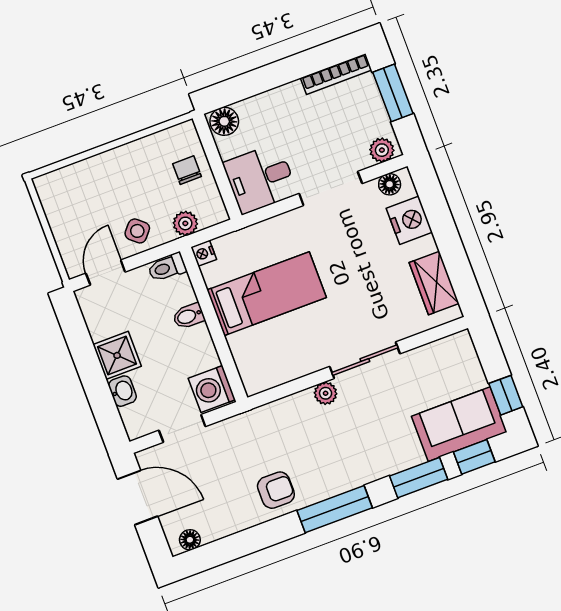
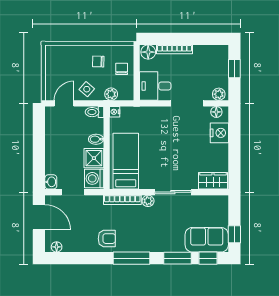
bookcase: (336, 74) -> (175, 49), moved
window: (393, 93) -> (234, 69), width x0.67
chair: (139, 173) -> (98, 61), added
wardrobe: (434, 283) -> (213, 181), moved, turned 90
bed: (267, 294) -> (126, 161), moved, turned -90
shower: (117, 355) -> (94, 158), moved
washbasin: (122, 391) -> (51, 182), moved
bookcase: (278, 409) -> (122, 200), added

